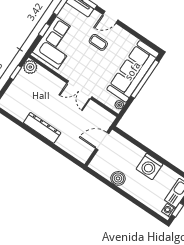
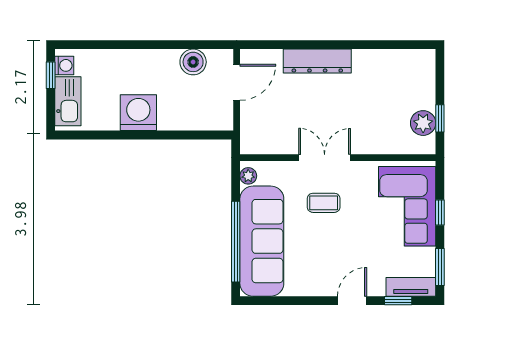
coffee table: (98, 42) -> (324, 203), moved
plant: (30, 67) -> (423, 123), moved
dresser: (42, 128) -> (317, 61), moved
door: (102, 141) -> (237, 82), moved
boiler: (118, 178) -> (193, 62), moved

